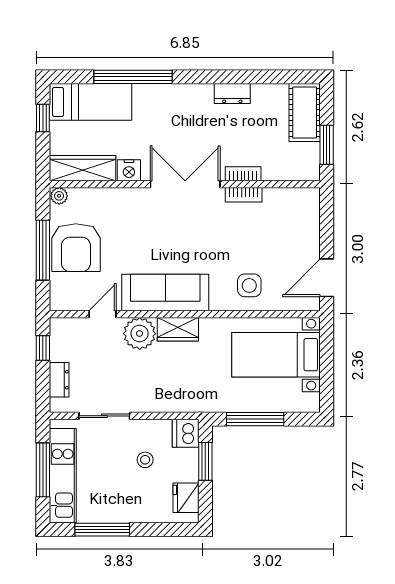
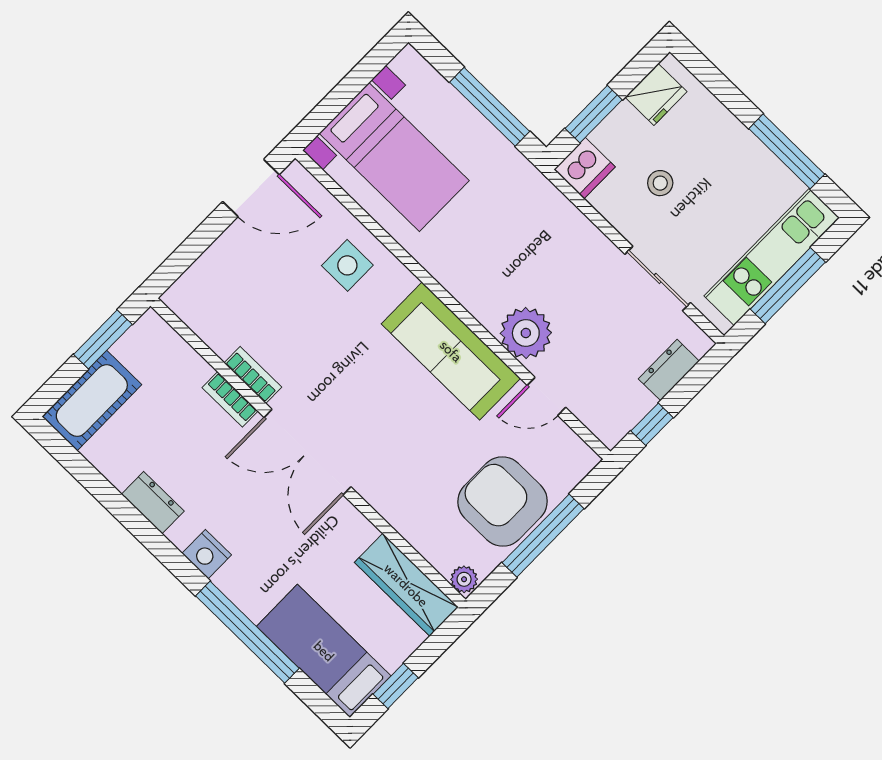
nightstand: (129, 170) -> (207, 554), moved, turned 180
armchair: (76, 248) -> (503, 502), turned -90
wardrobe: (178, 329) -> (477, 295), removed

